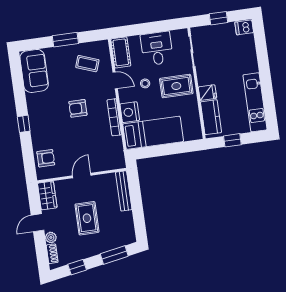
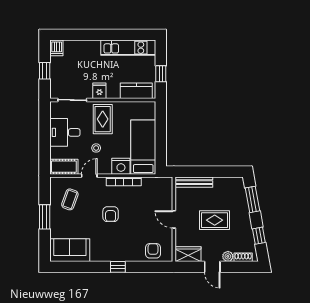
fridge: (208, 93) -> (99, 91), moved

